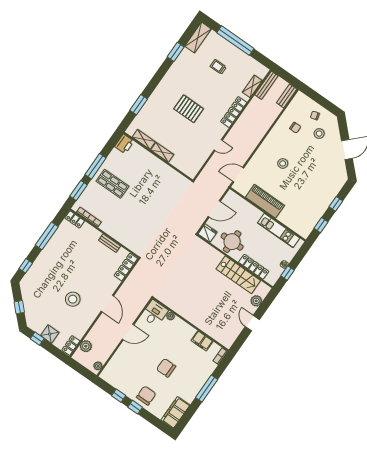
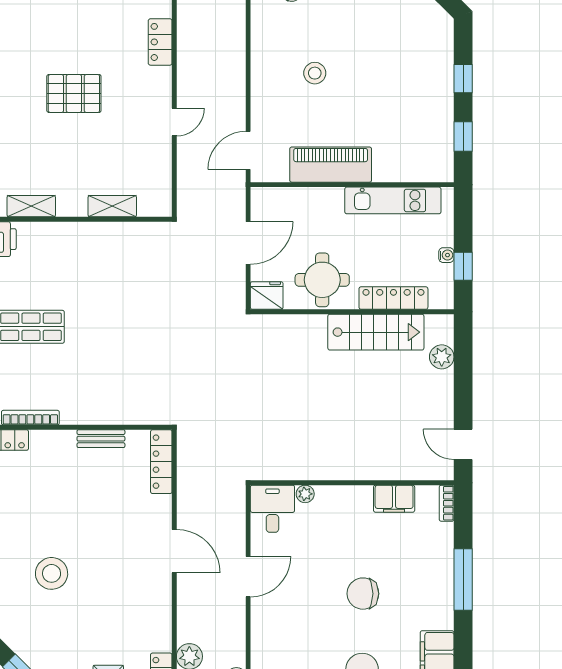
locker: (234, 112) -> (160, 42), width x0.66
shelving: (162, 152) -> (112, 206), moved
stool: (73, 299) -> (52, 573), moved
door: (252, 323) -> (463, 444), moved

